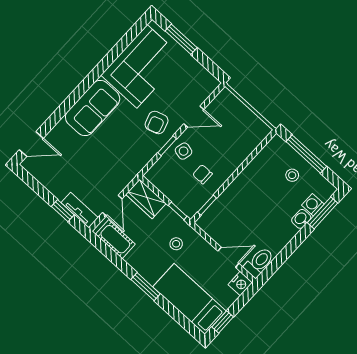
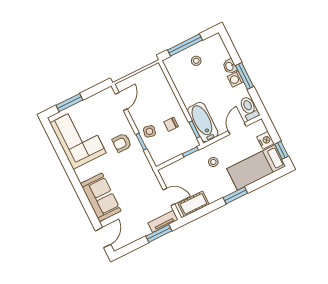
sofa: (93, 108) -> (101, 197), moved
door: (194, 117) -> (121, 101), moved
armchair: (157, 122) -> (122, 143), turned 108
wardrobe: (146, 199) -> (173, 171), removed
washing machine: (313, 205) -> (235, 79), moved
window: (63, 211) -> (159, 233), width x1.50
bathtub: (220, 212) -> (203, 122), added
window: (323, 213) -> (245, 76), moved
nightstand: (240, 284) -> (266, 140), moved

